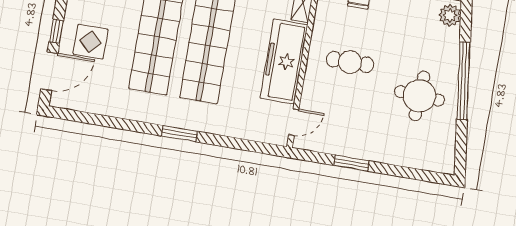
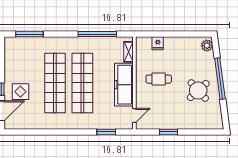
round table: (419, 96) -> (198, 91), turned 45
window: (179, 134) -> (106, 132), moved

